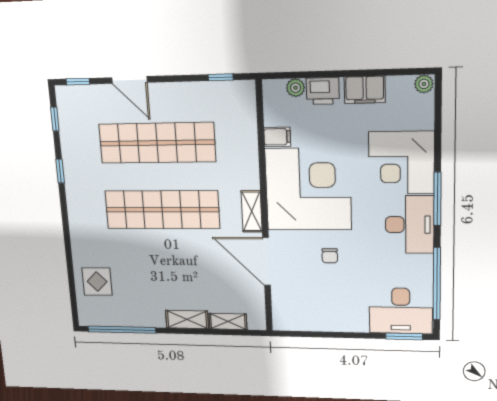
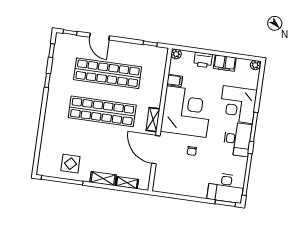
plant: (295, 88) -> (176, 54), moved
display table: (97, 282) -> (70, 164), moved

